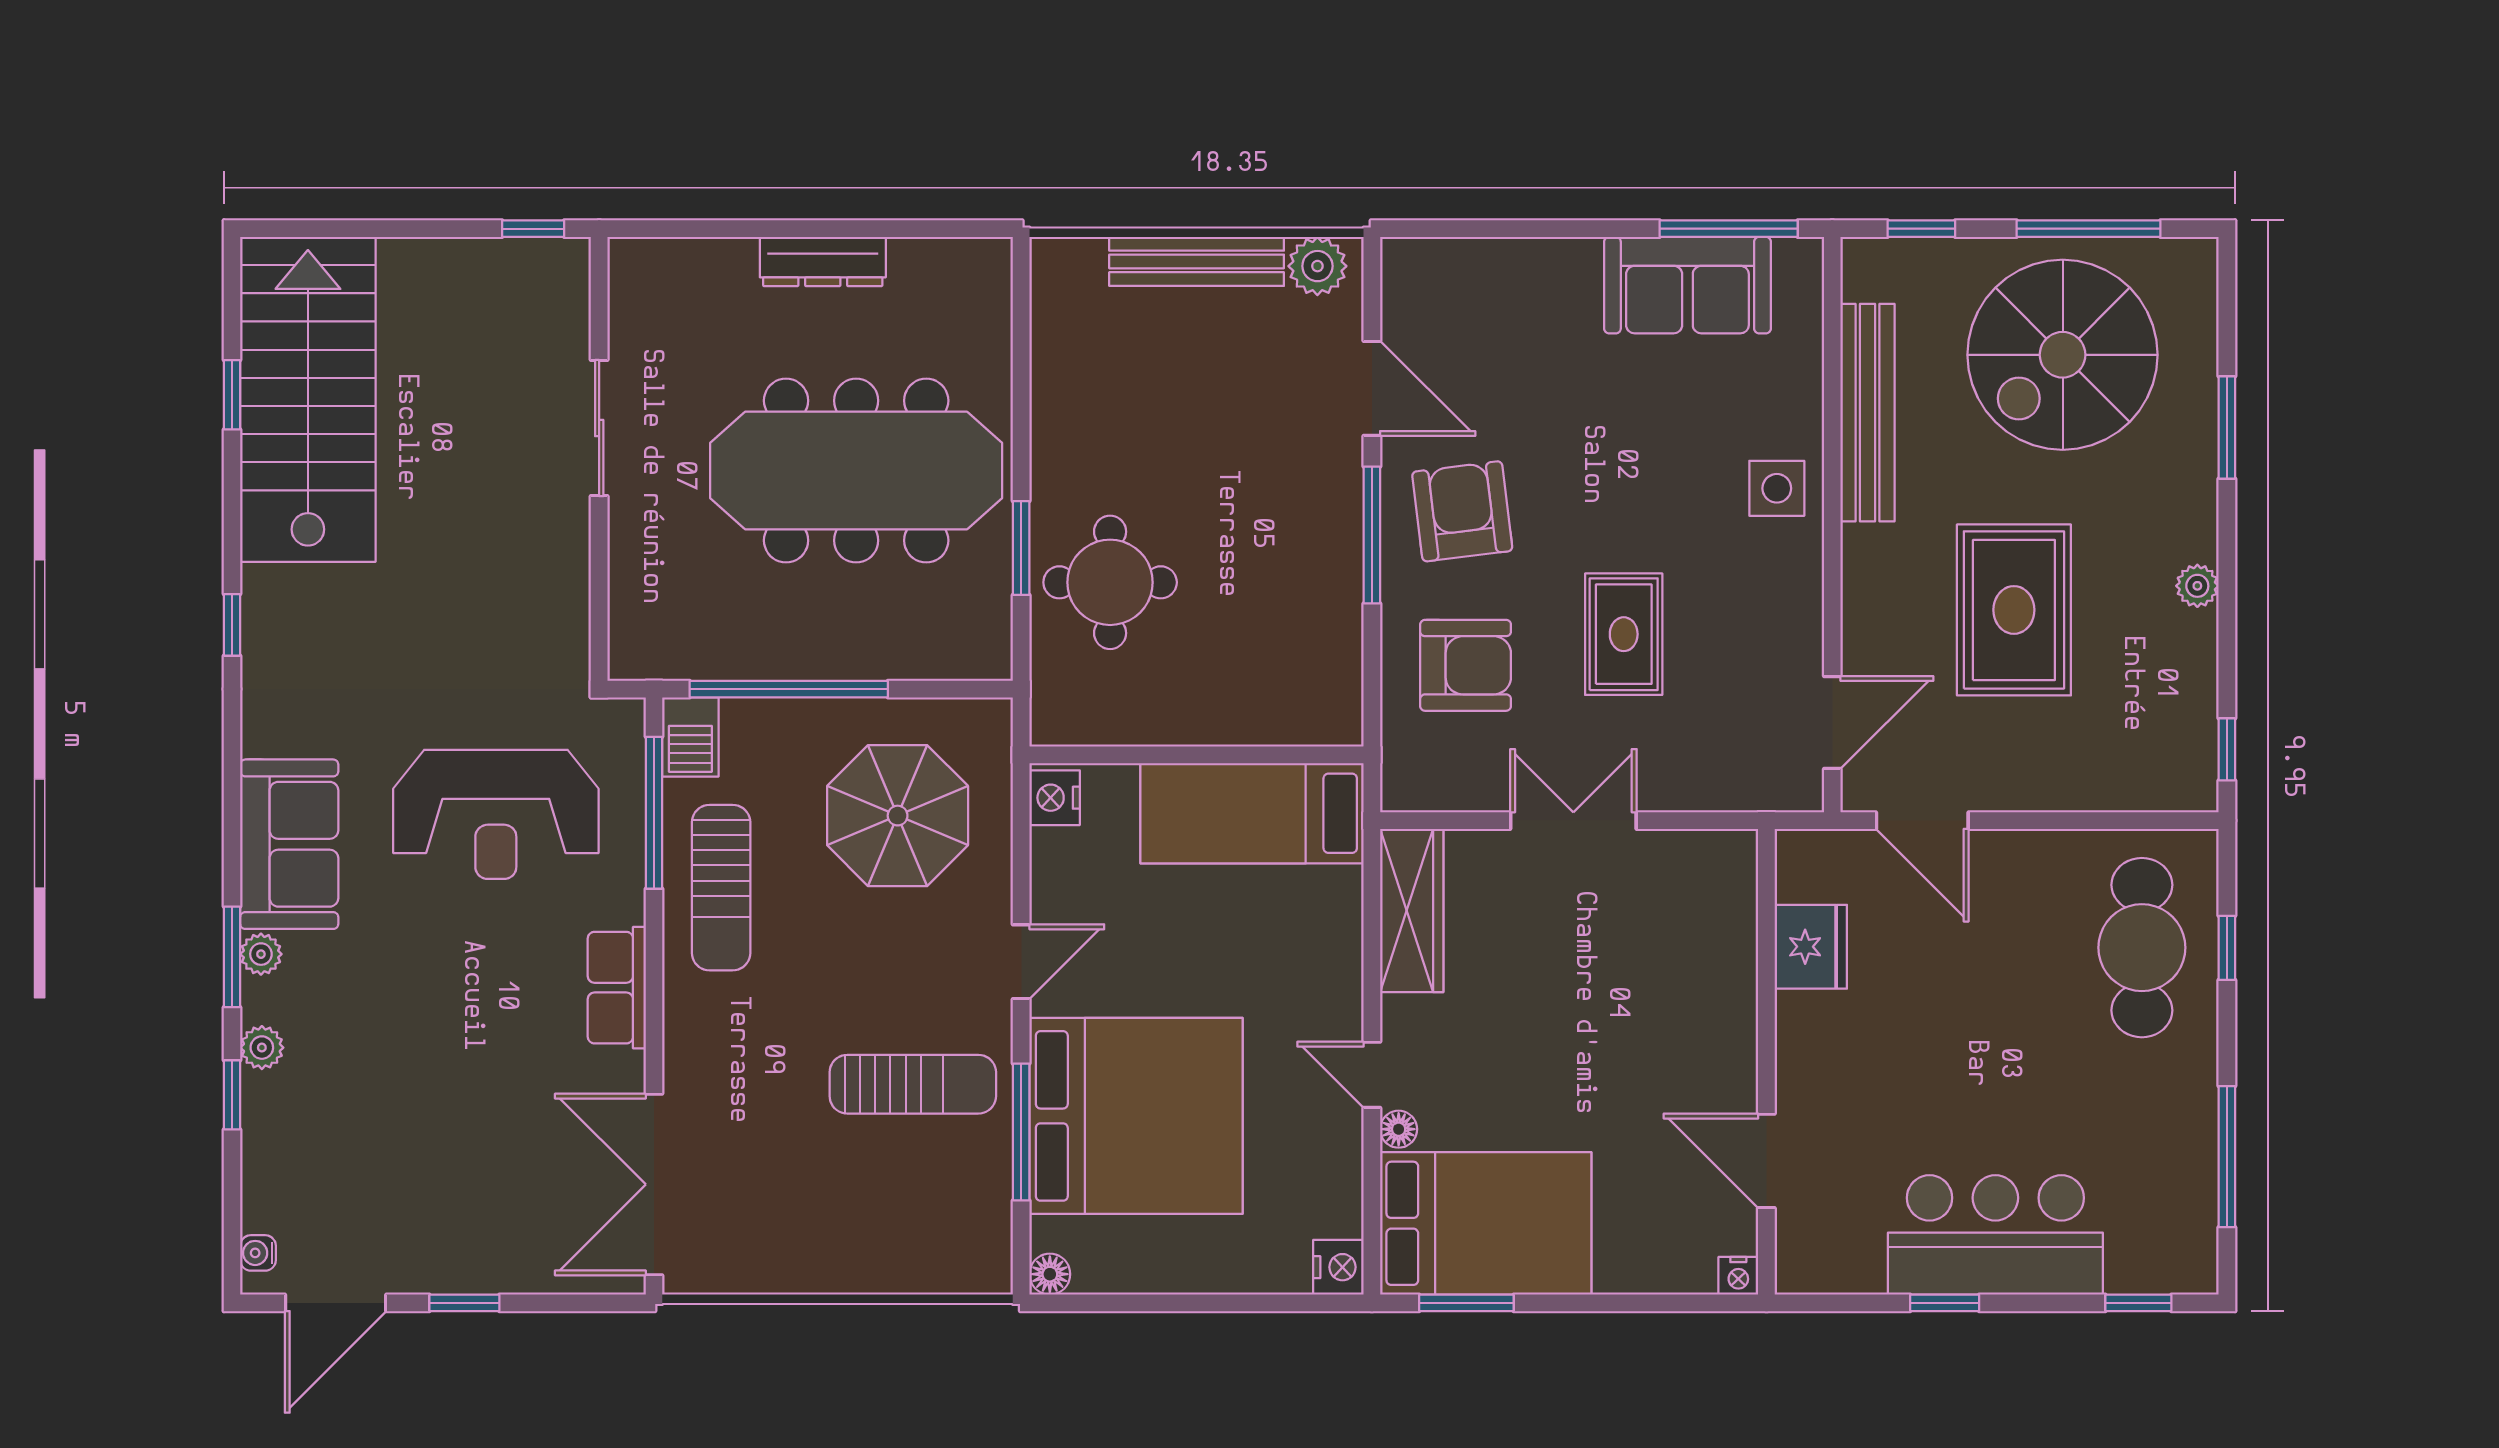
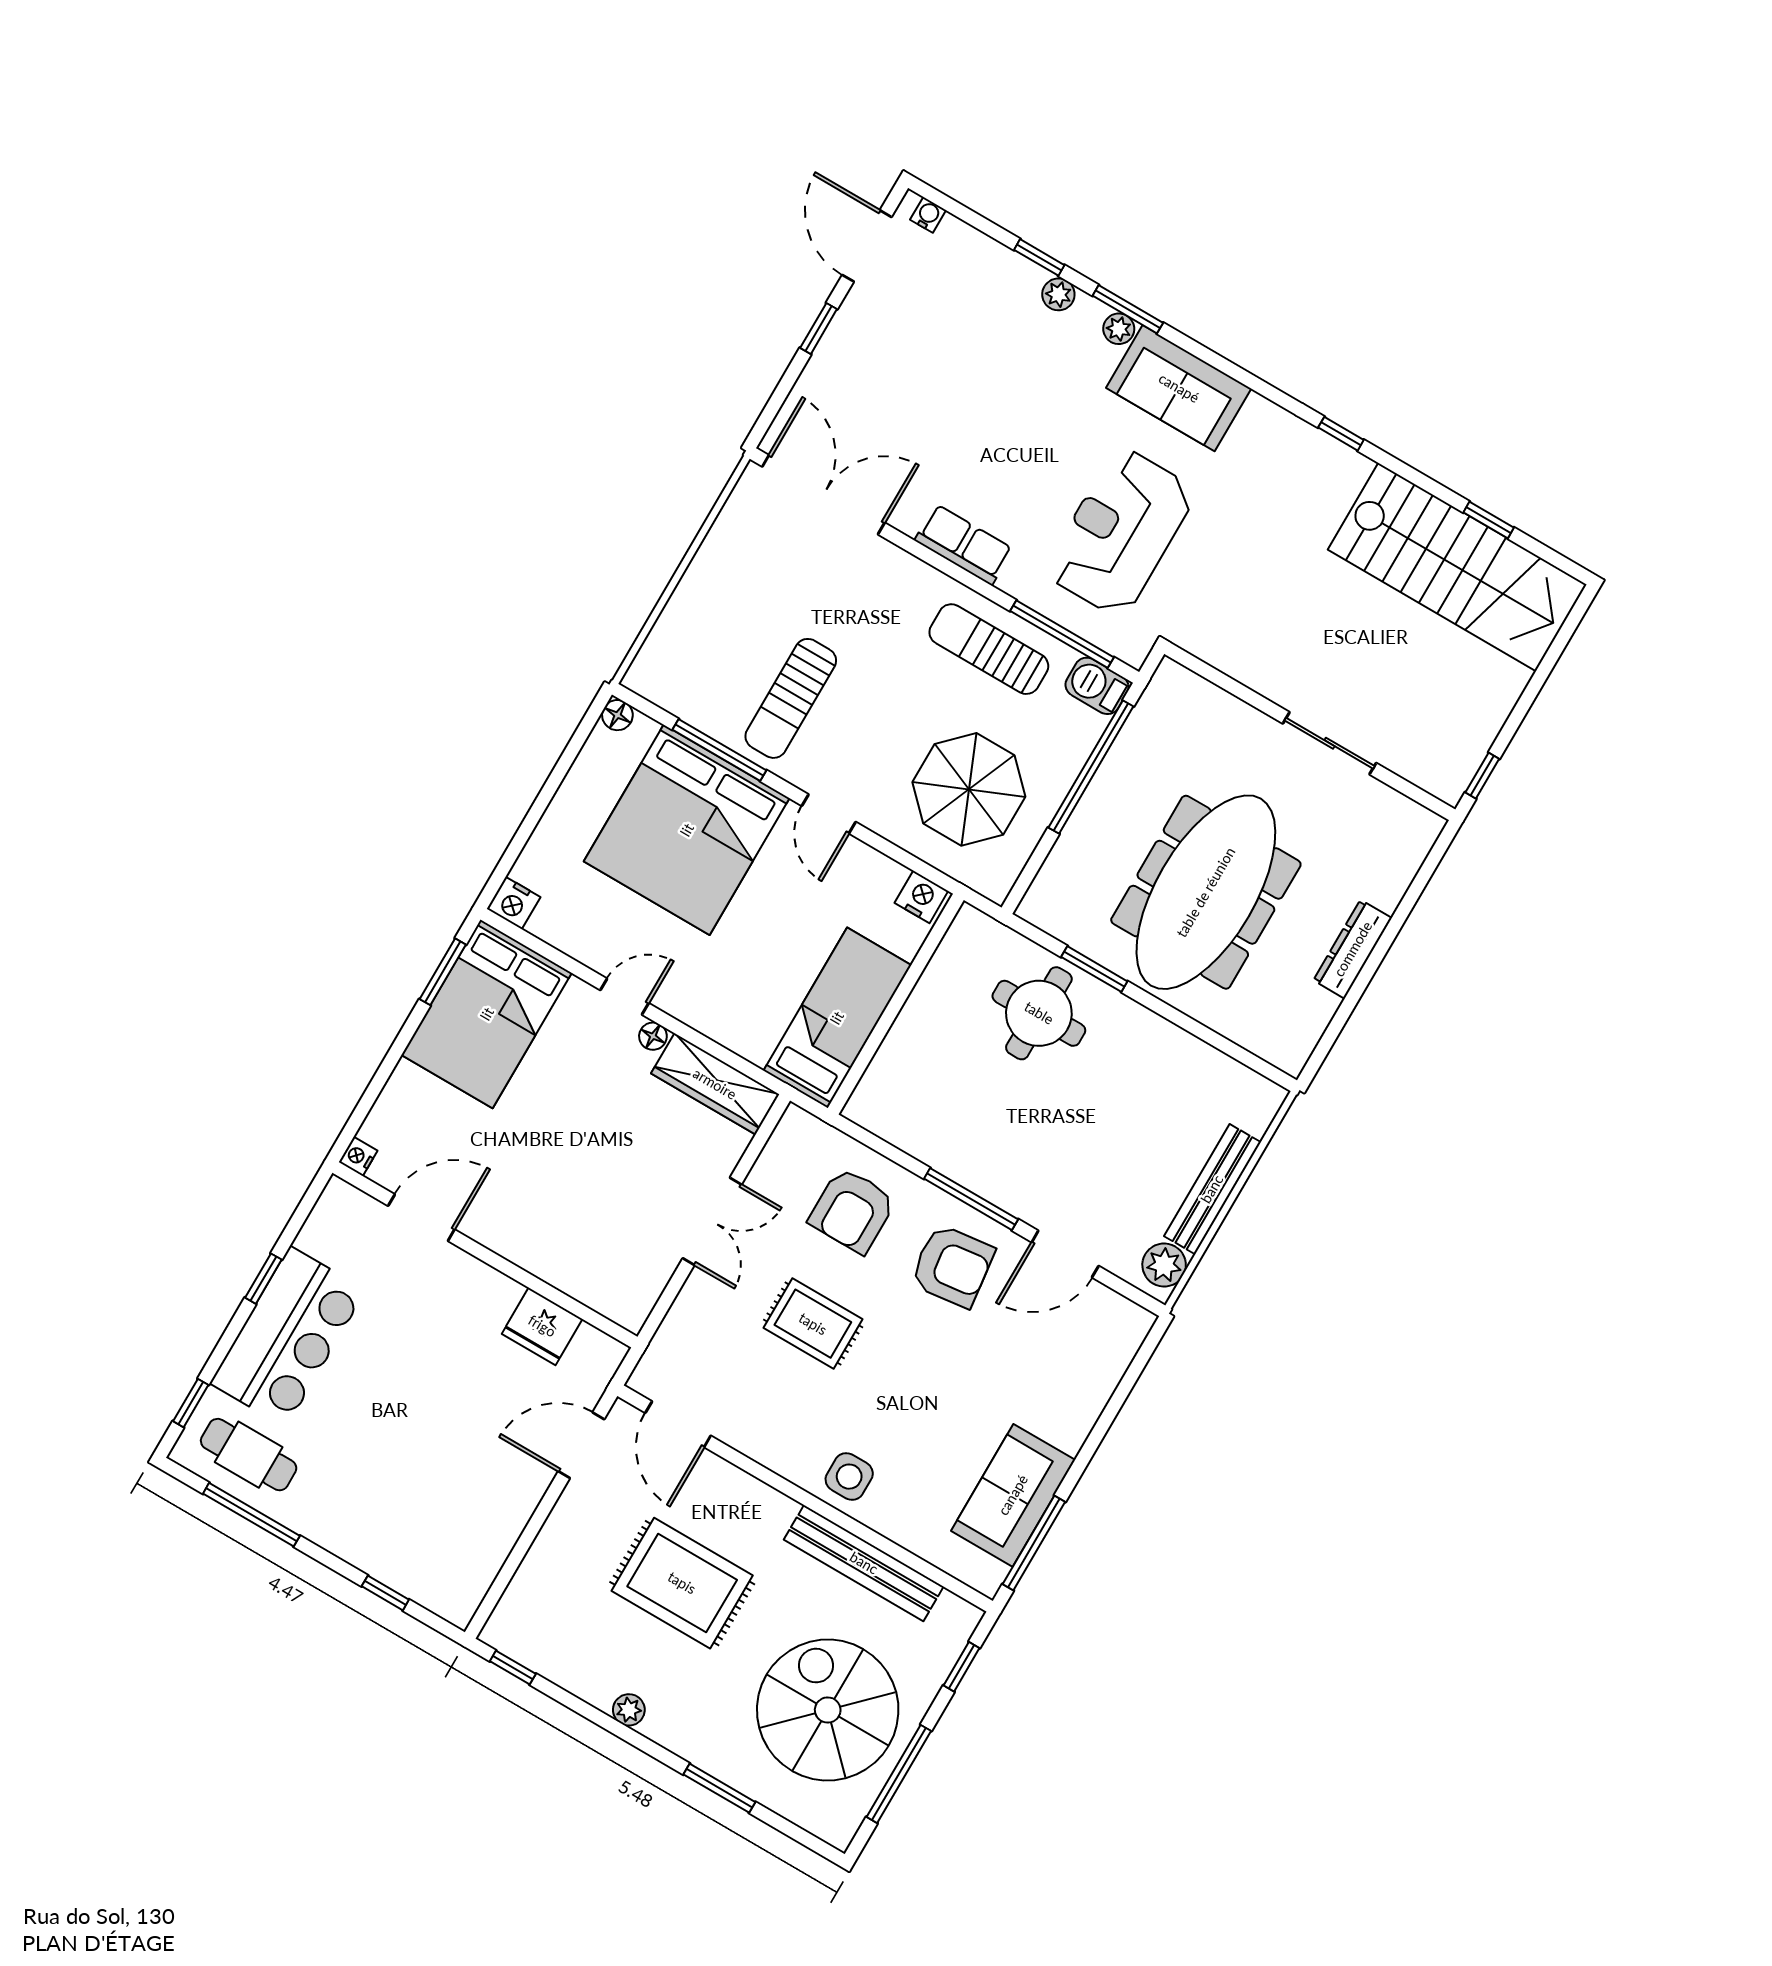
cafe table: (2142, 948) -> (249, 1455), moved, width x0.73, depth x0.74
floor lamp: (1399, 1129) -> (653, 1036), moved

